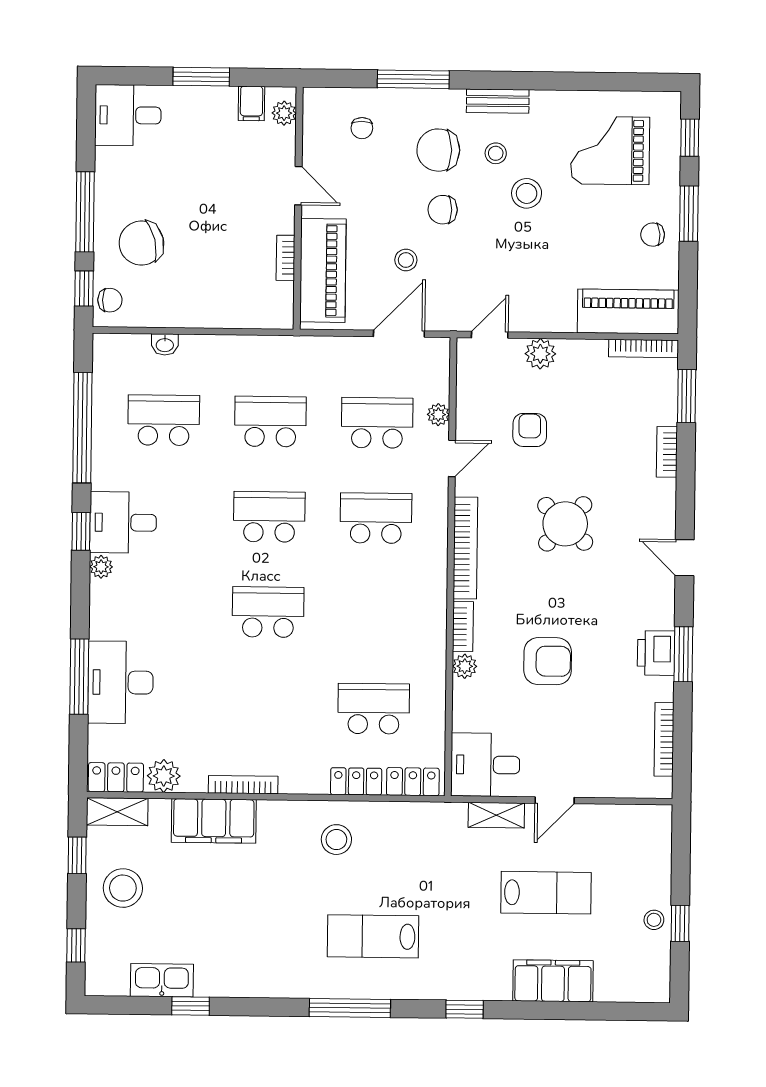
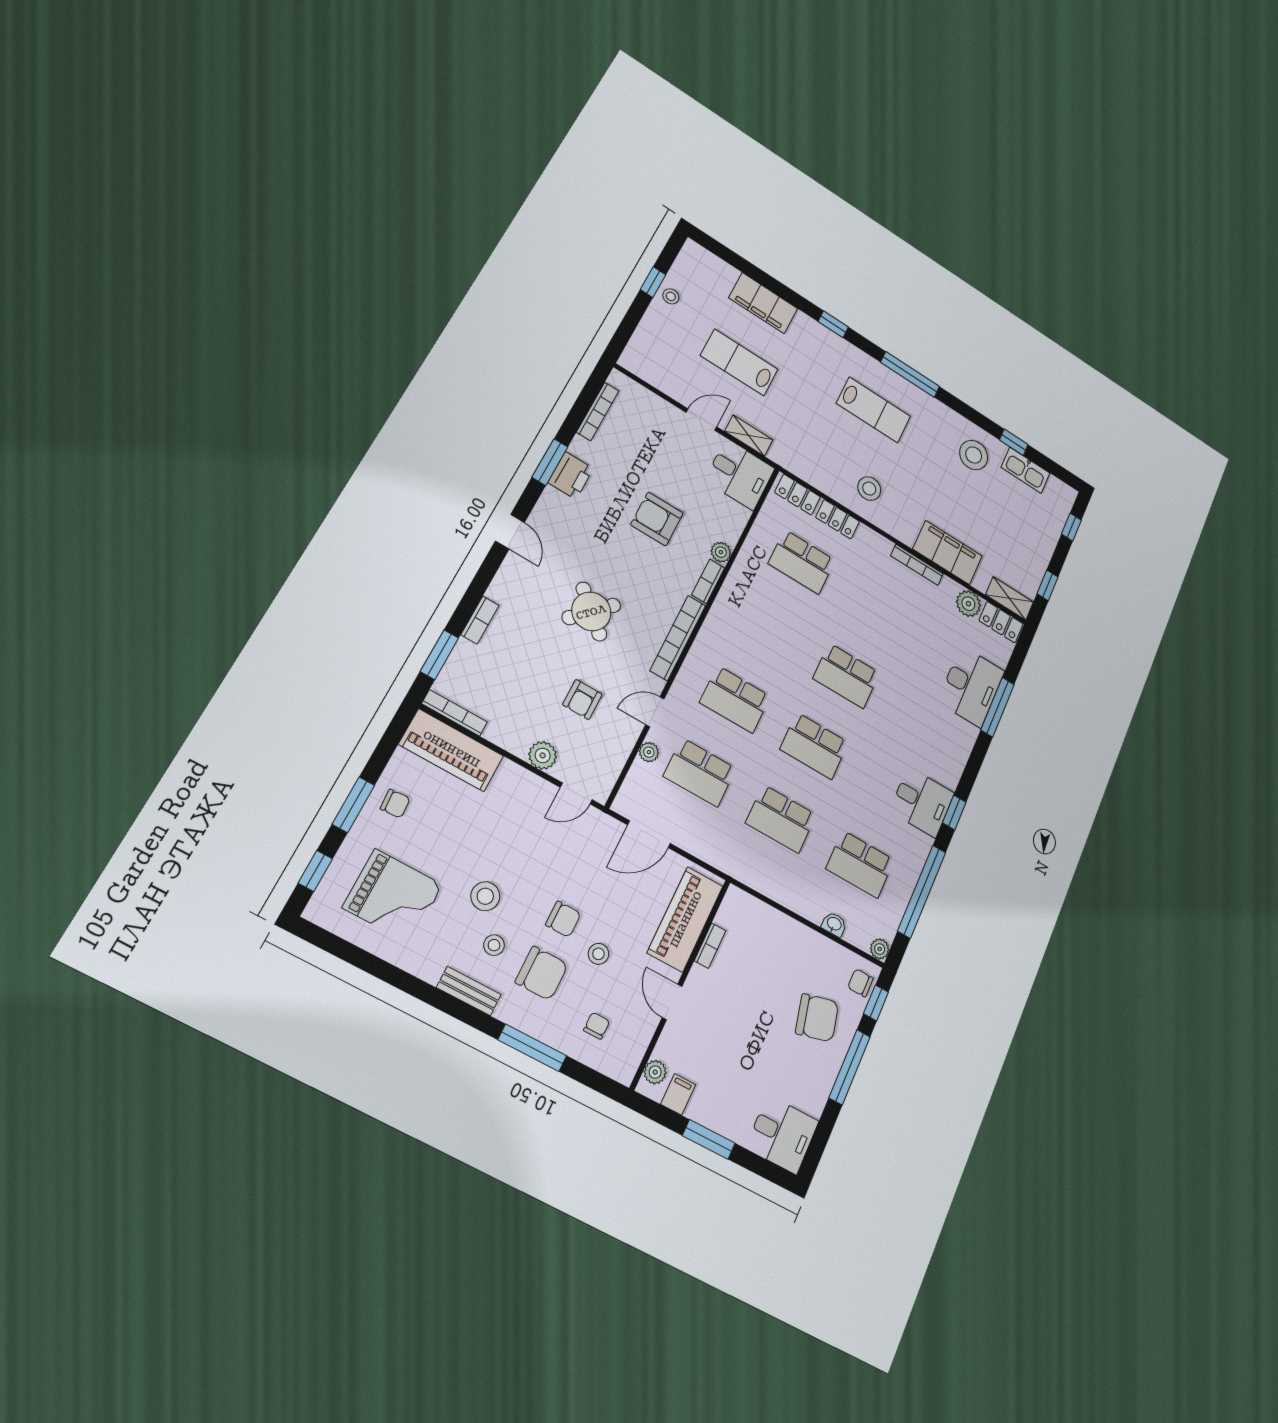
stool: (406, 260) -> (598, 954), moved
plant: (101, 567) -> (880, 949), moved
stool: (123, 888) -> (974, 455), moved

